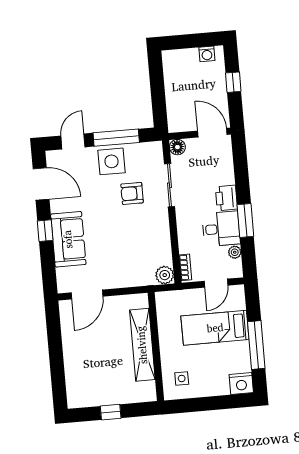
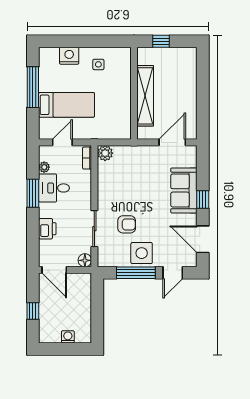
washing machine: (207, 54) -> (68, 337), moved
printer: (226, 198) -> (47, 229), moved
shelving: (142, 345) -> (145, 96), moved
wall: (156, 347) -> (134, 93), moved
nightstand: (241, 384) -> (69, 56), moved

